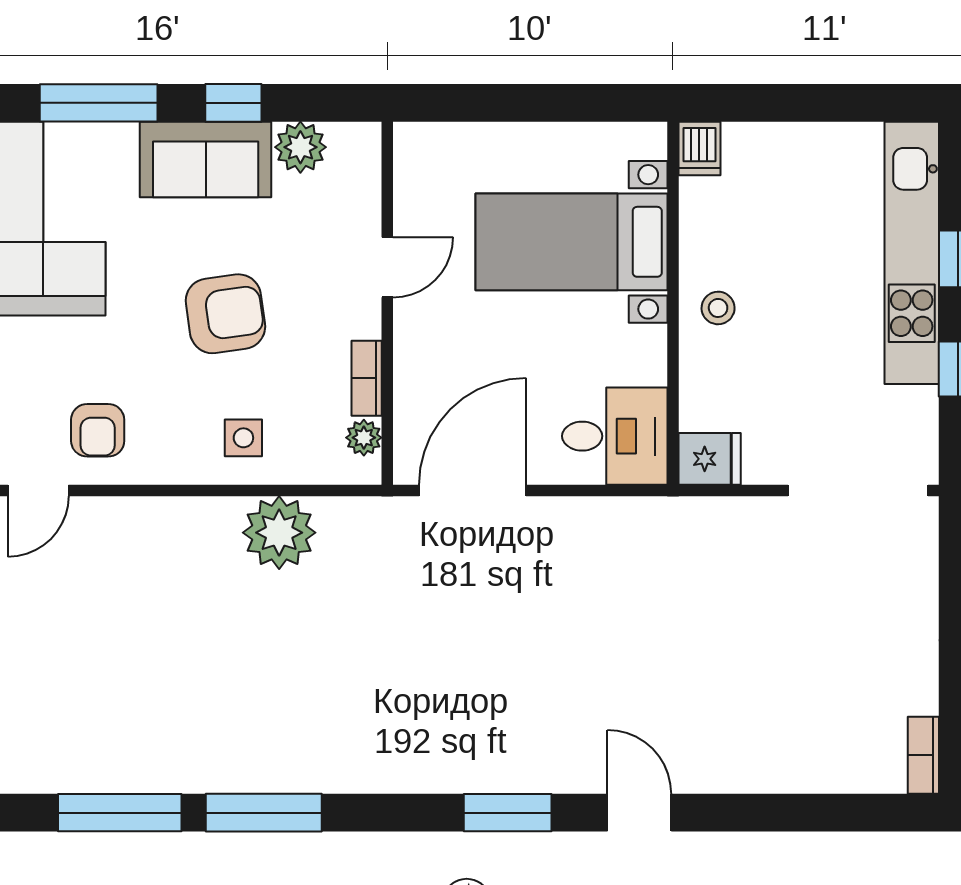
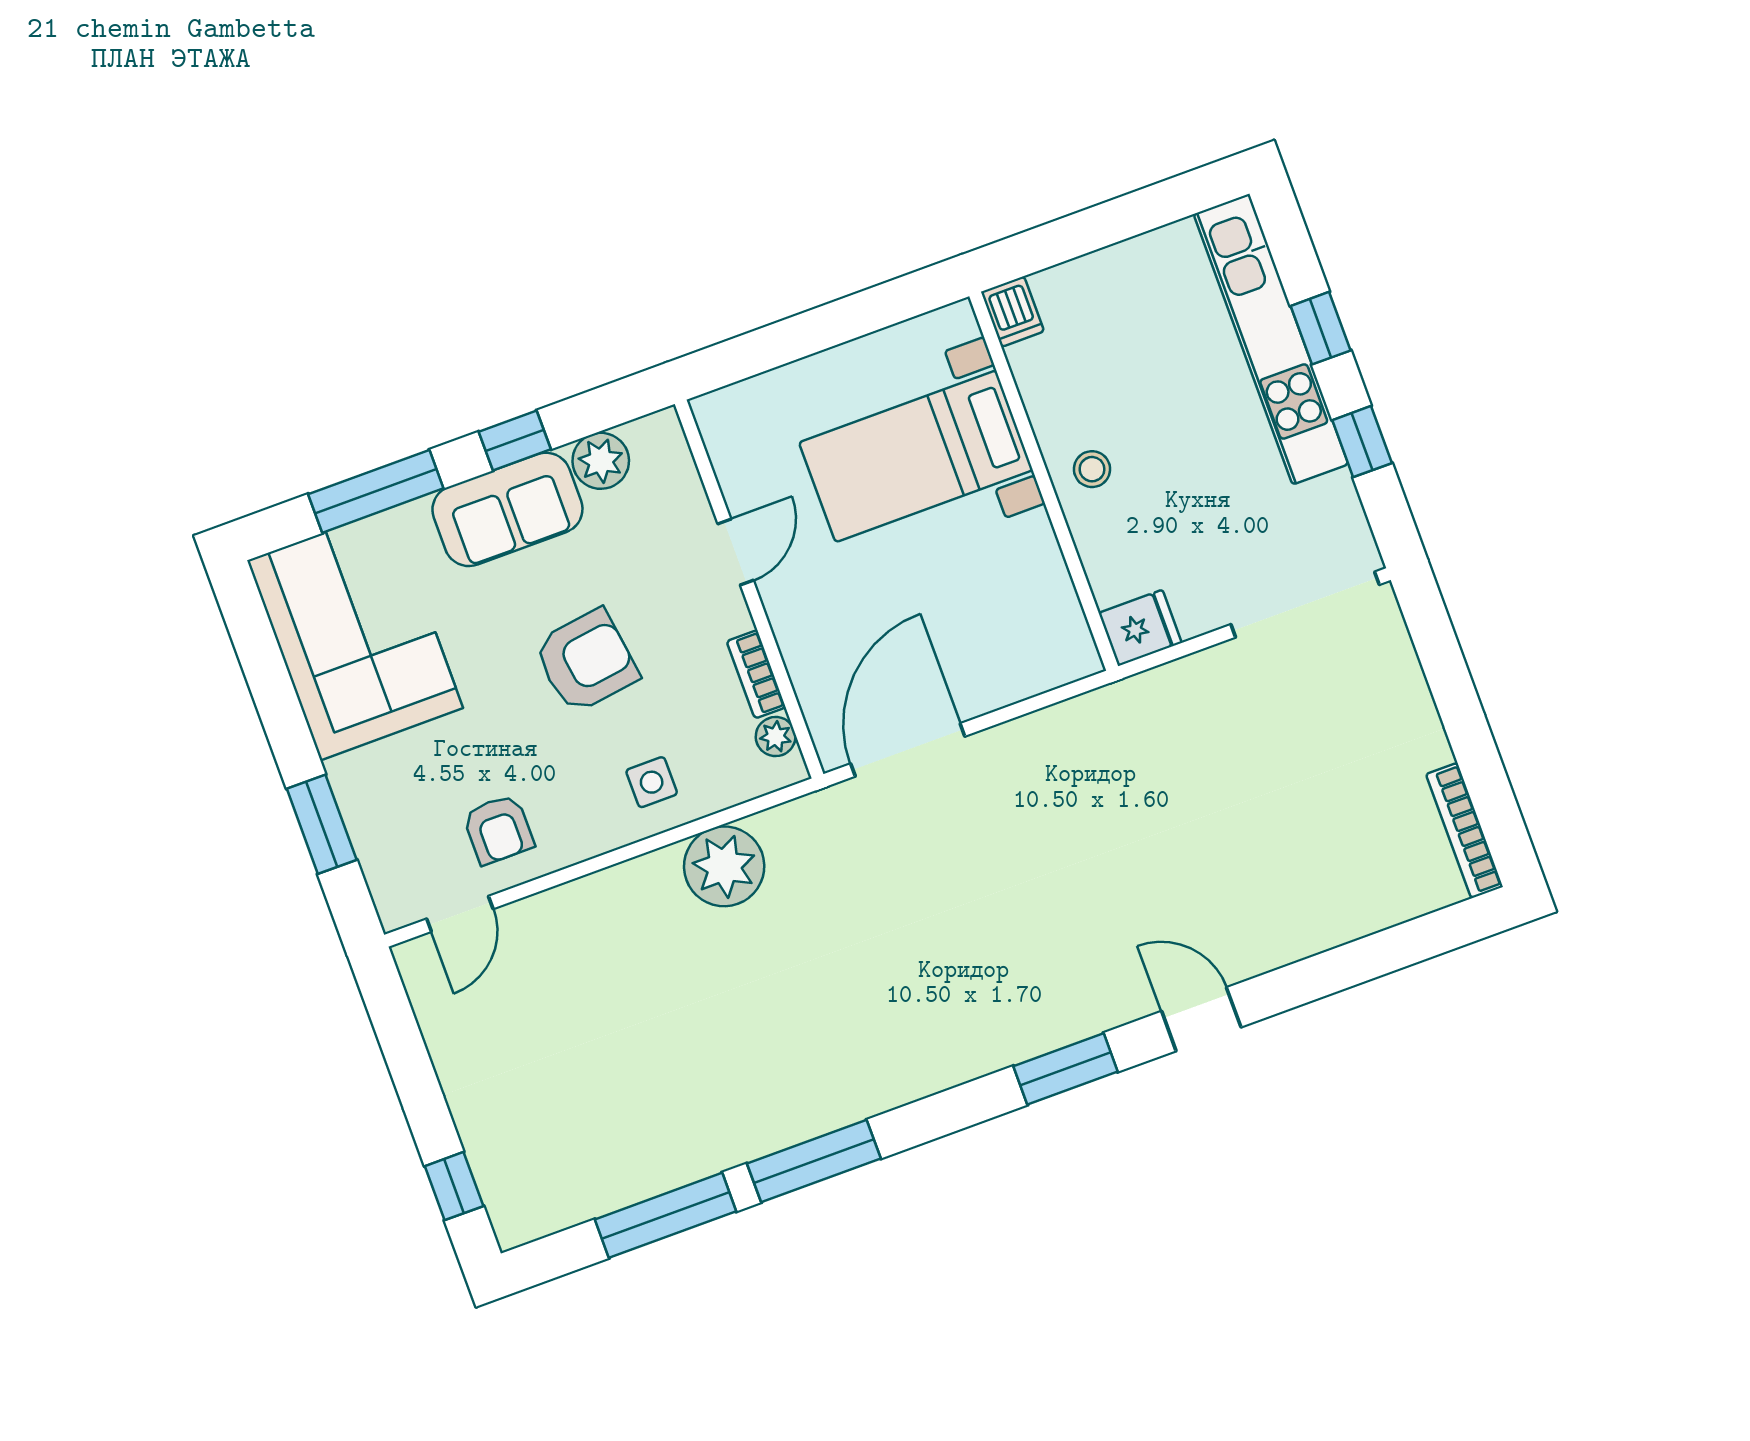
desk: (615, 436) -> (1034, 640), removed
bookcase: (923, 755) -> (1464, 830), width x1.56

